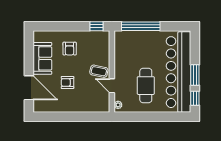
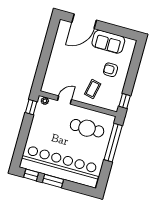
coffee table: (99, 71) -> (93, 89), moved
armchair: (67, 82) -> (79, 59), removed
cafe table: (146, 86) -> (87, 128), moved
window: (128, 117) -> (31, 107), added

